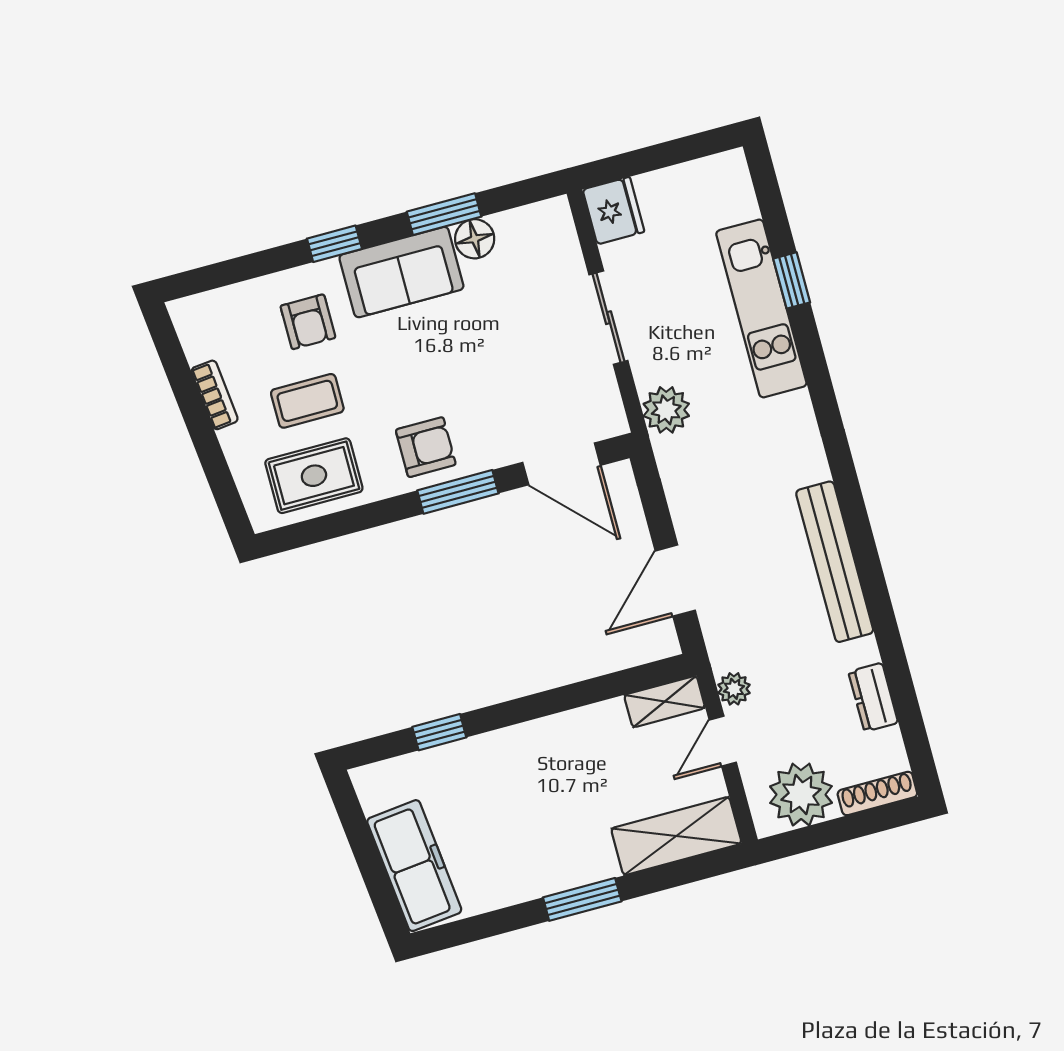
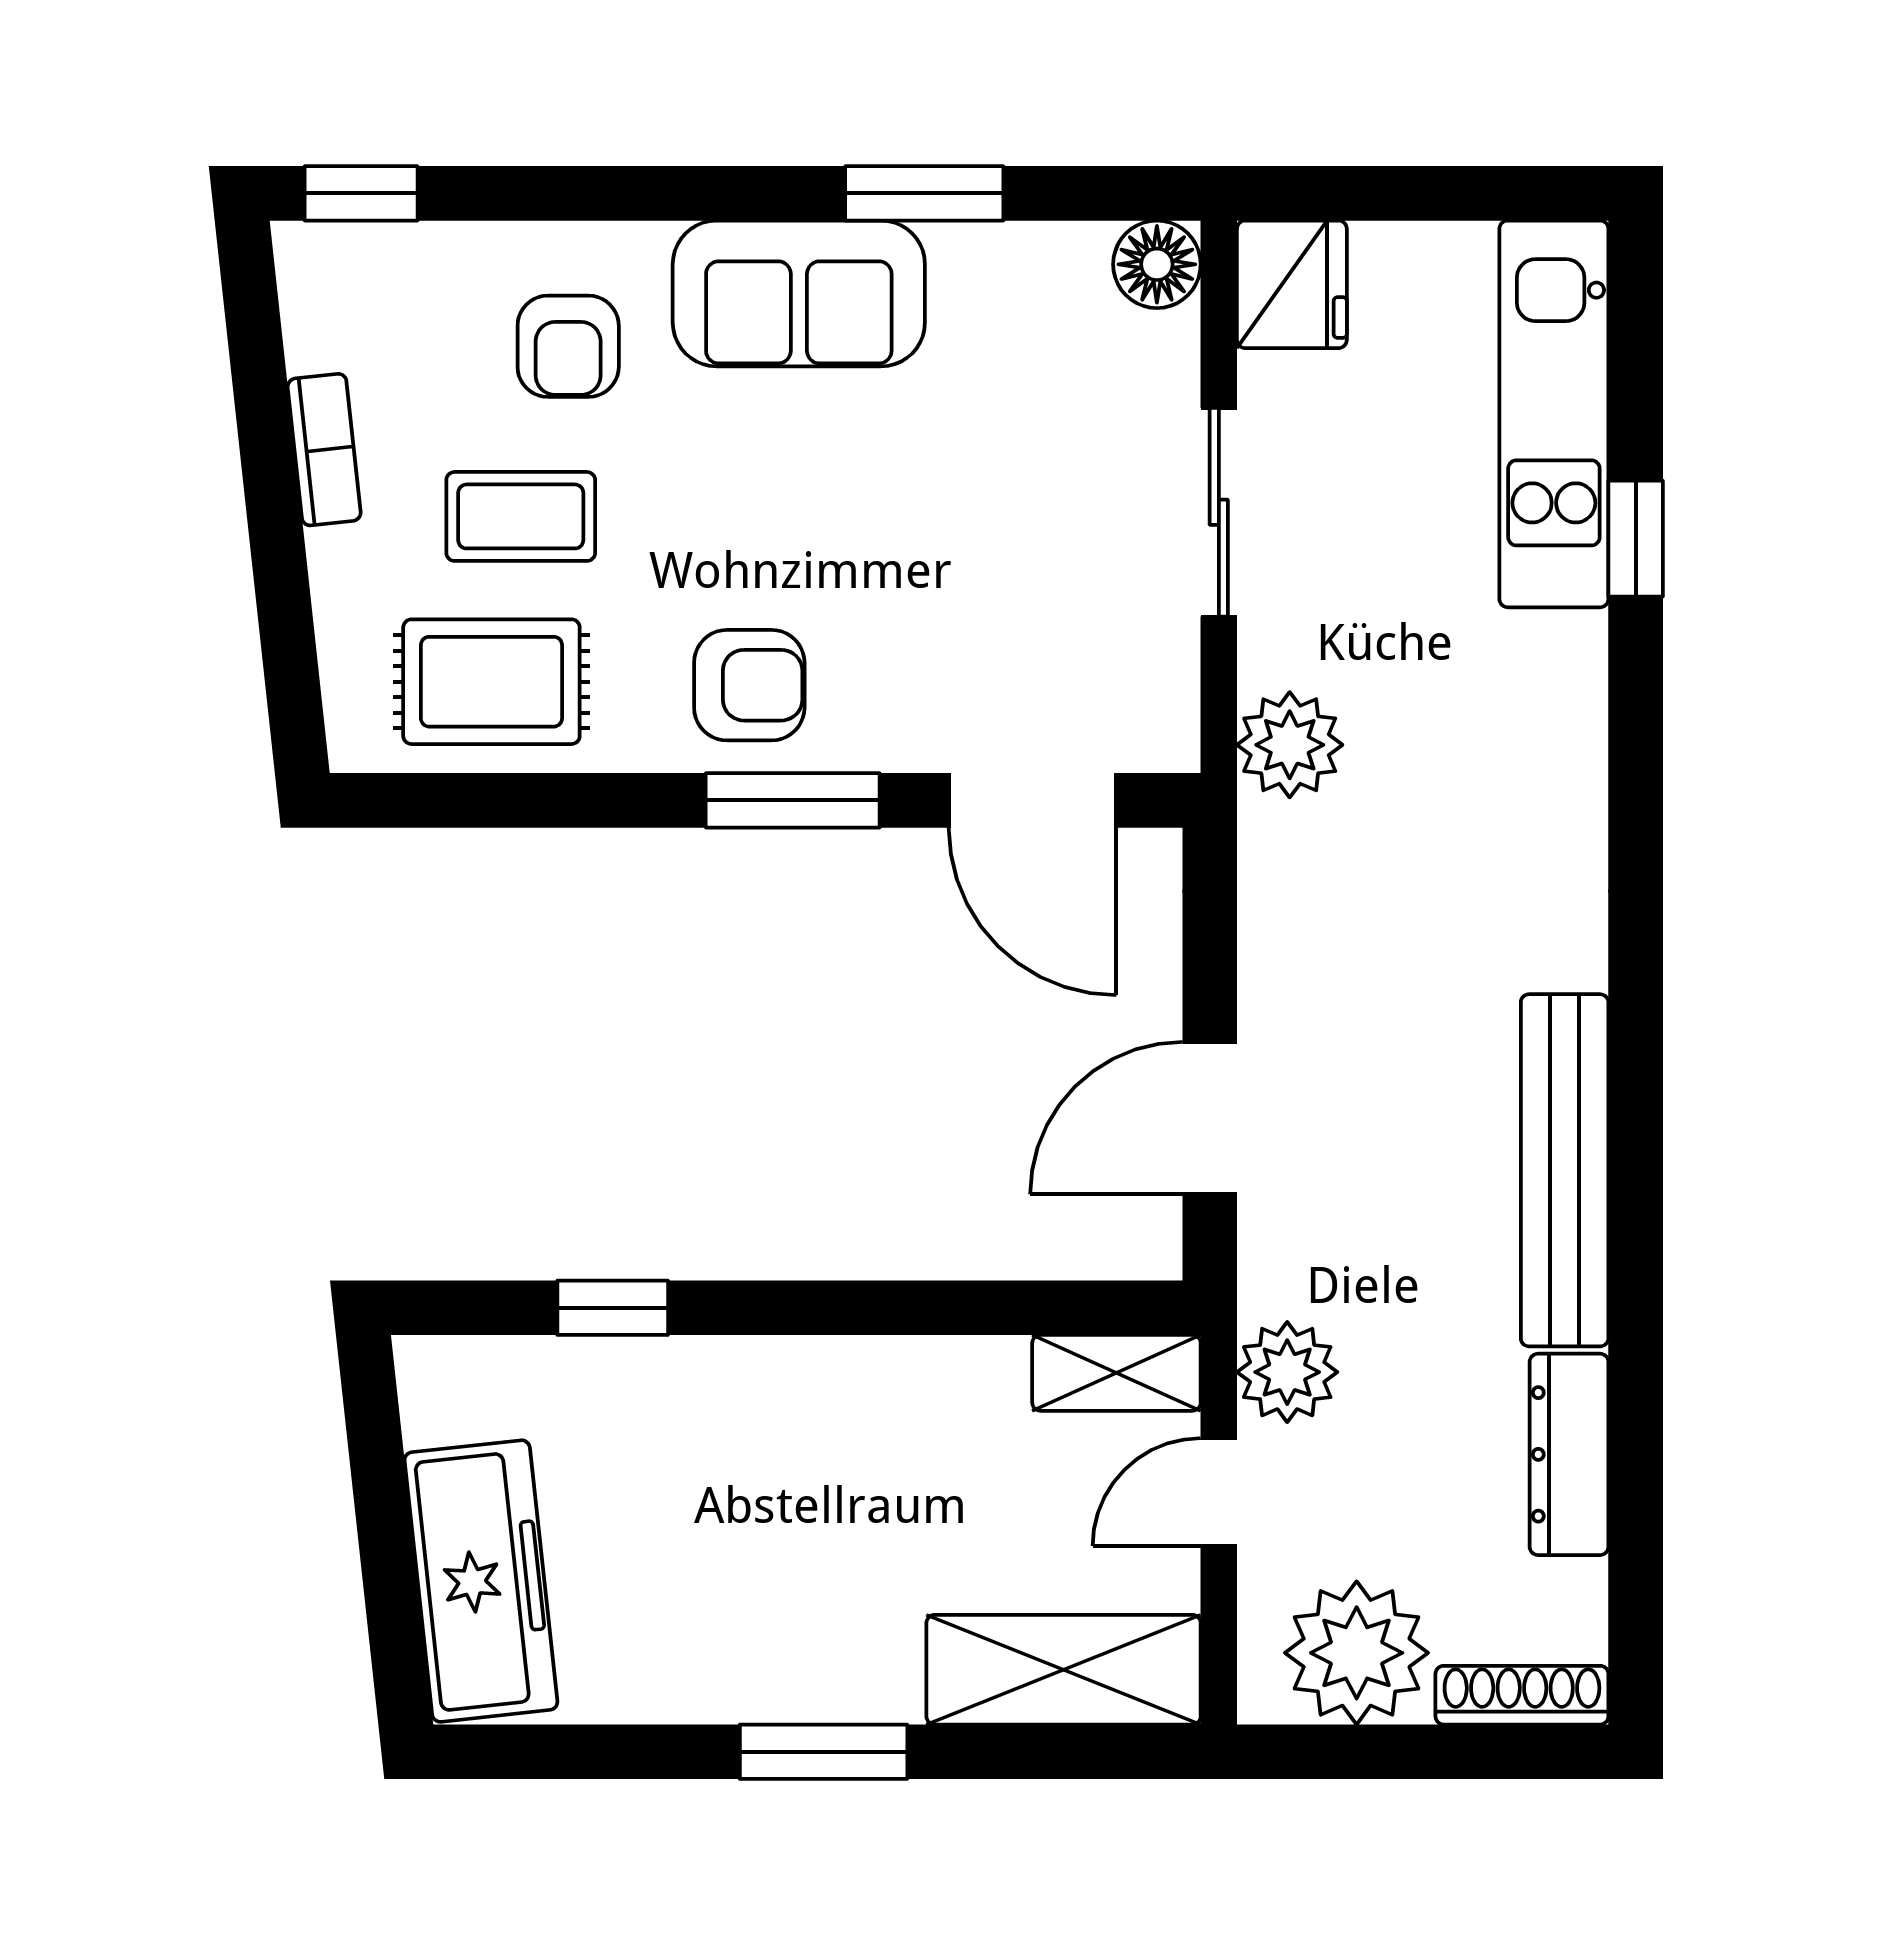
floor lamp: (475, 239) -> (1157, 264), moved
window: (334, 244) -> (361, 193), moved
kitchen unit: (761, 308) -> (1554, 414), moved
plant: (734, 689) -> (1287, 1372), width x1.38, depth x1.38
dresser: (873, 697) -> (1569, 1454), width x1.44

